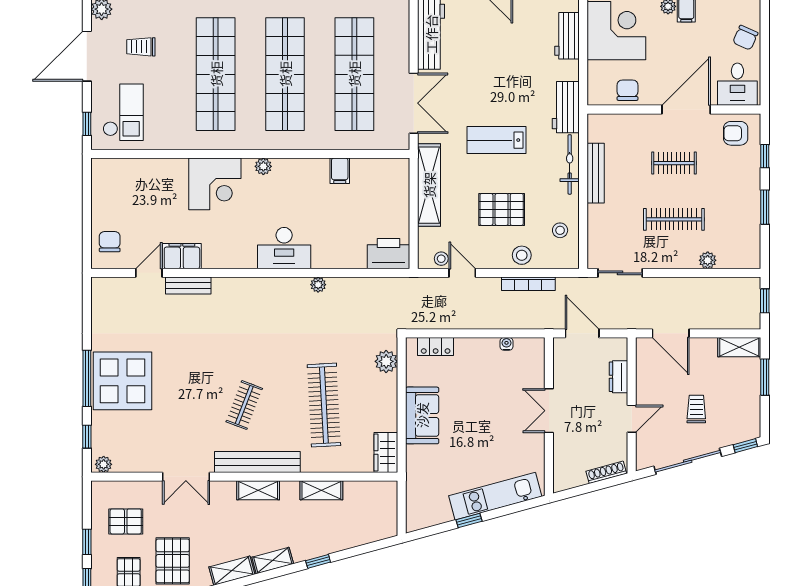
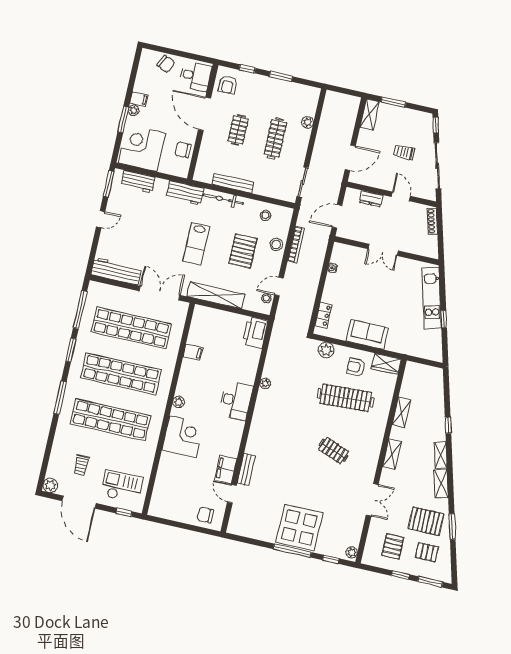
window: (765, 301) -> (343, 91), removed
armchair: (372, 410) -> (356, 367), added
bench: (257, 462) -> (373, 450), removed

